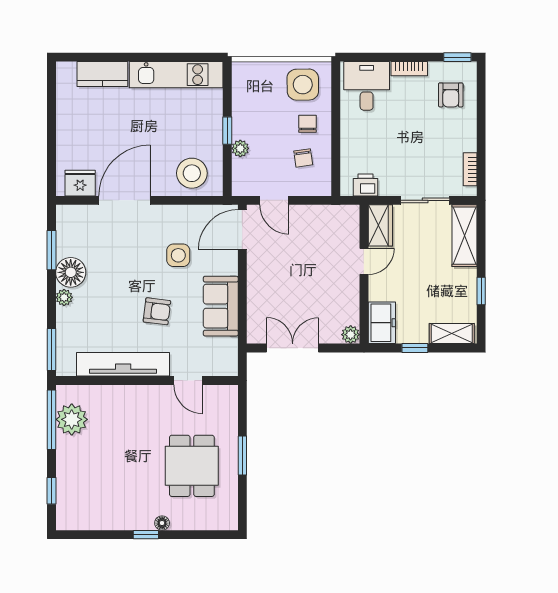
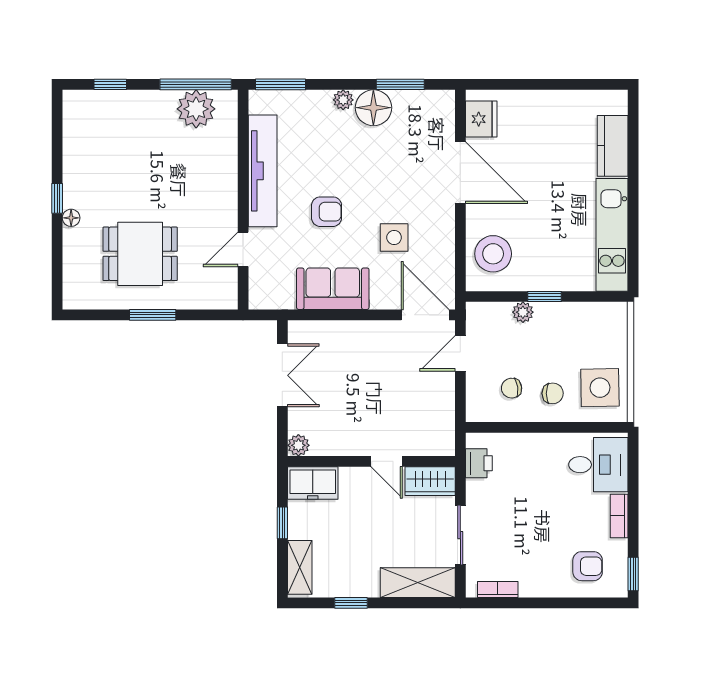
armchair: (451, 95) -> (588, 566), turned 180
armchair: (157, 311) -> (327, 212), turned -97

